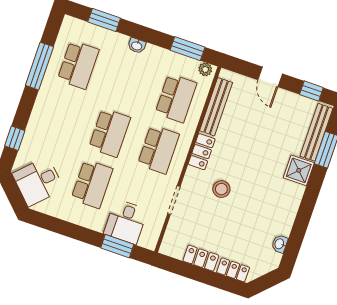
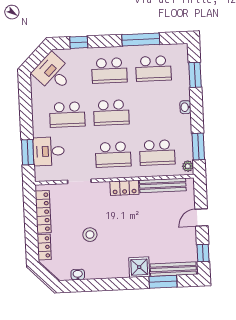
school desk: (61, 116) -> (109, 71), added
stool: (221, 189) -> (90, 235), moved
locker: (201, 258) -> (43, 212), width x1.53

